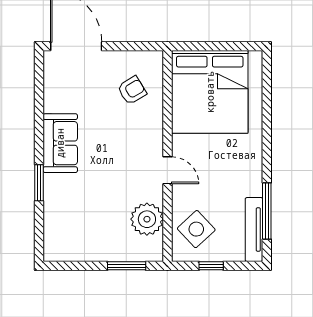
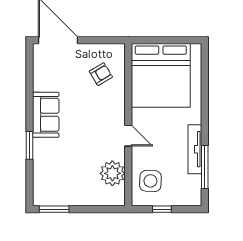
side table: (196, 229) -> (150, 181), turned 45
tv unit: (254, 229) -> (195, 149), moved
window: (127, 266) -> (54, 209), moved

